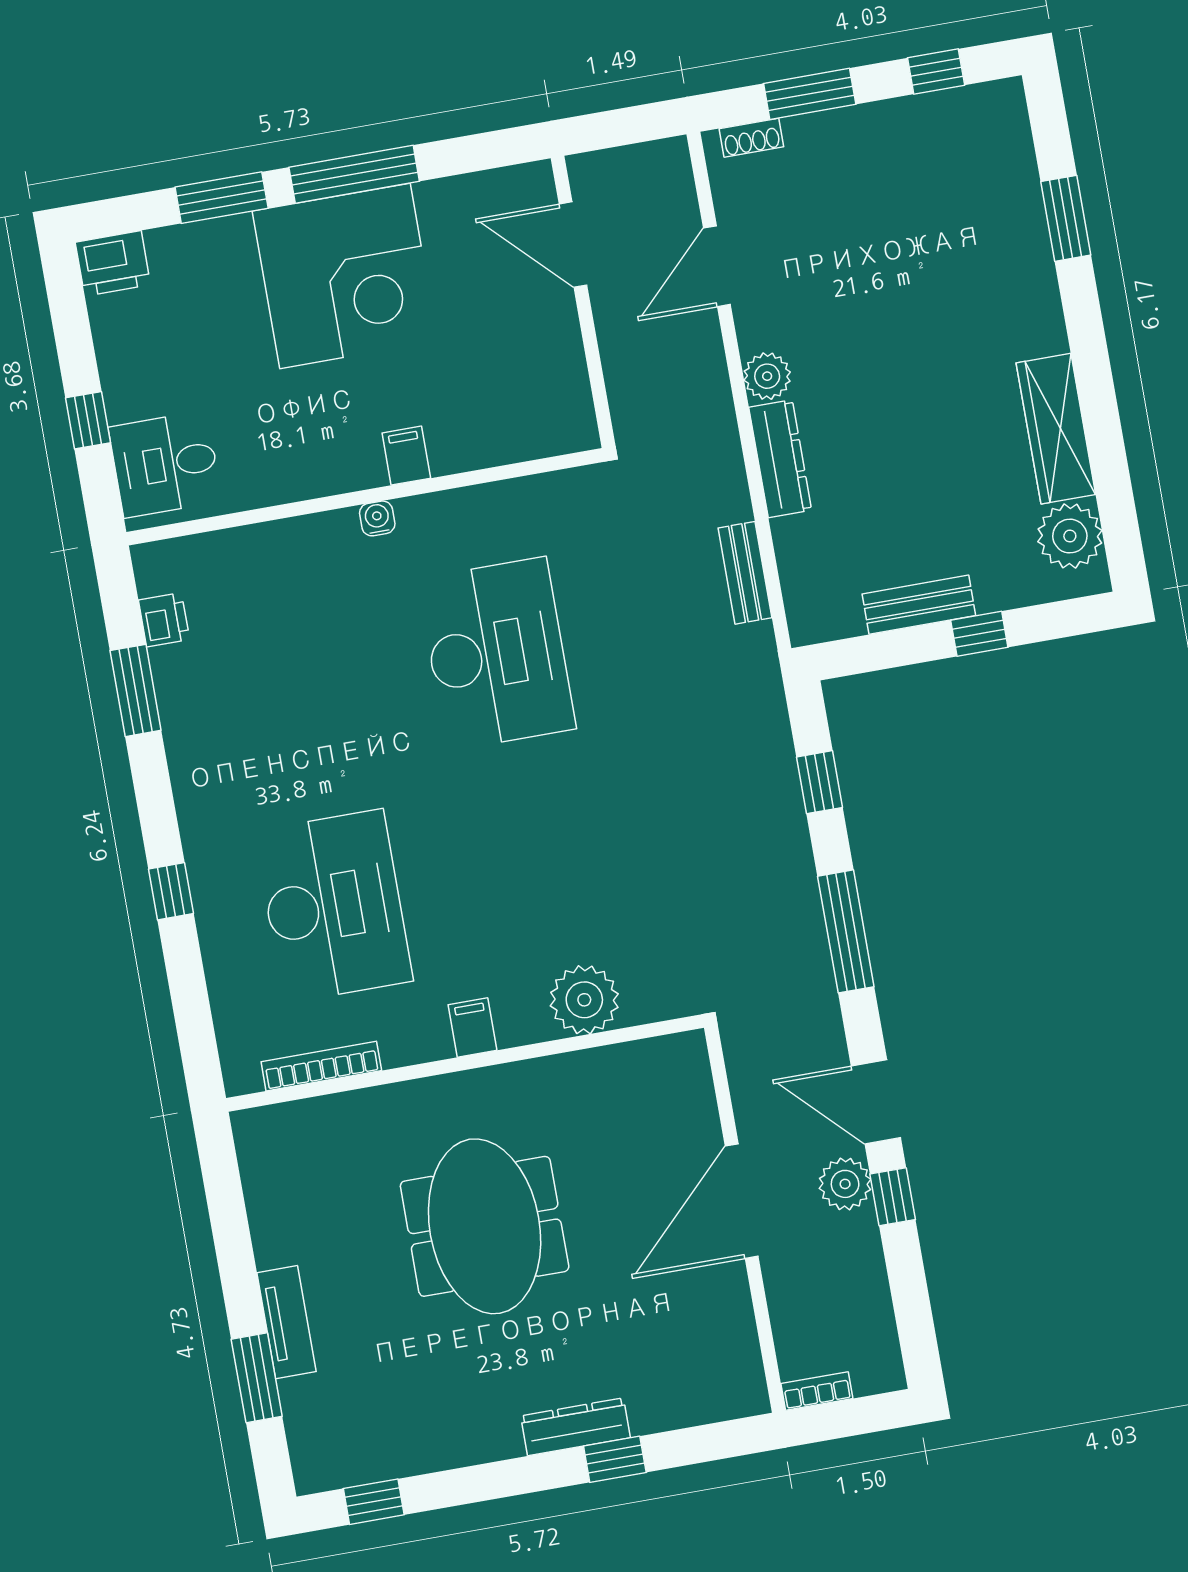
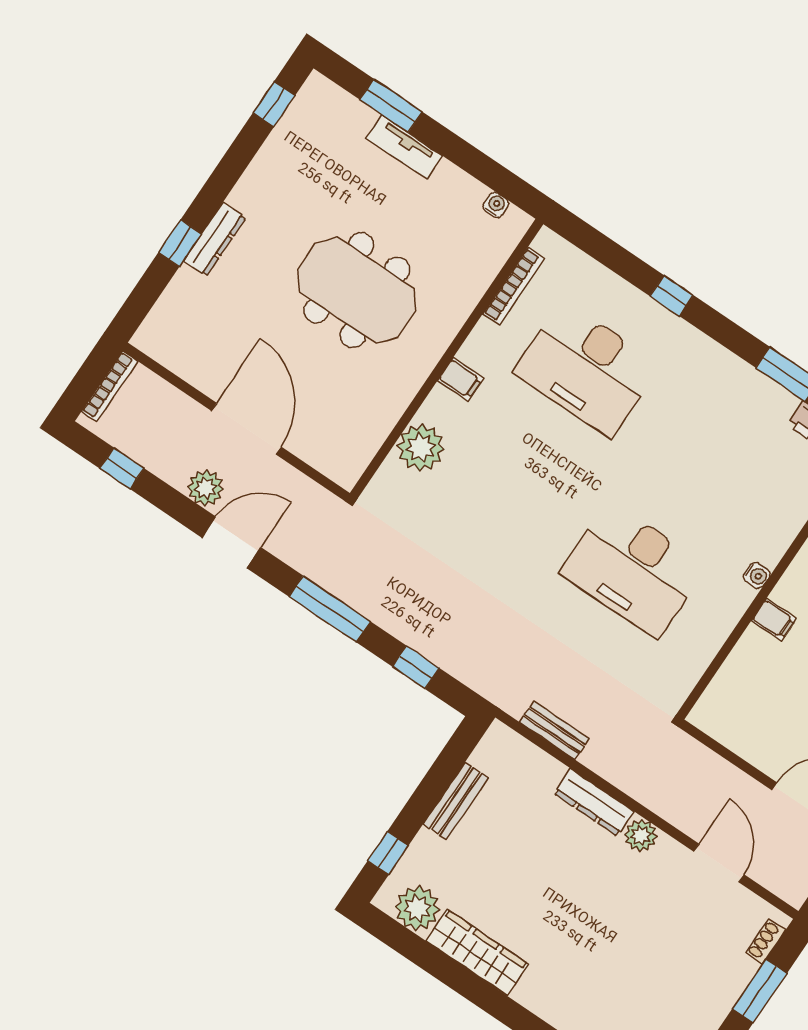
window: (979, 634) -> (388, 853), moved
water cooler: (254, 1167) -> (496, 205), added
window: (893, 1197) -> (122, 468), moved
bookcase: (817, 1391) -> (110, 386), width x1.56

